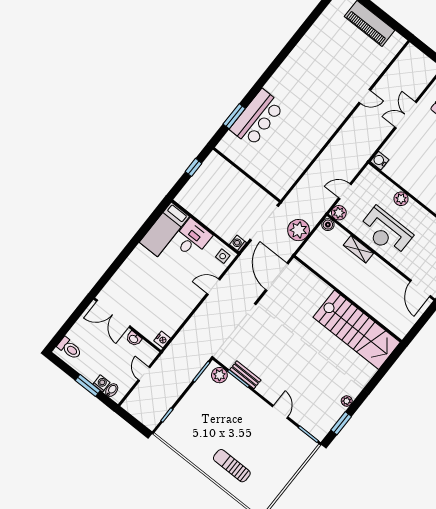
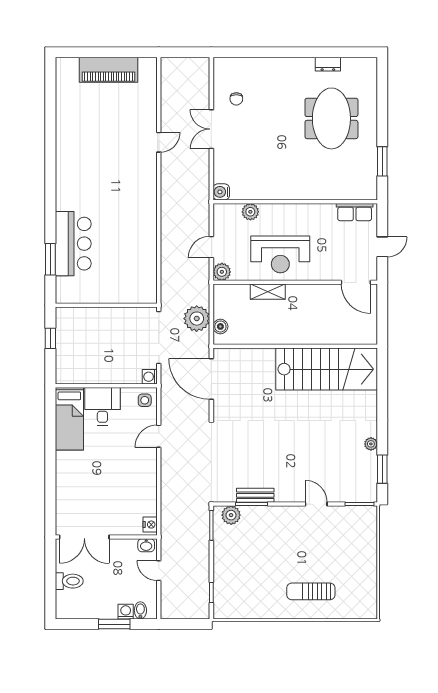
plant: (401, 199) -> (250, 212), moved
boiler: (328, 225) -> (220, 326), moved
washbasin: (134, 339) -> (146, 545), moved
toilet: (70, 348) -> (69, 581), moved

